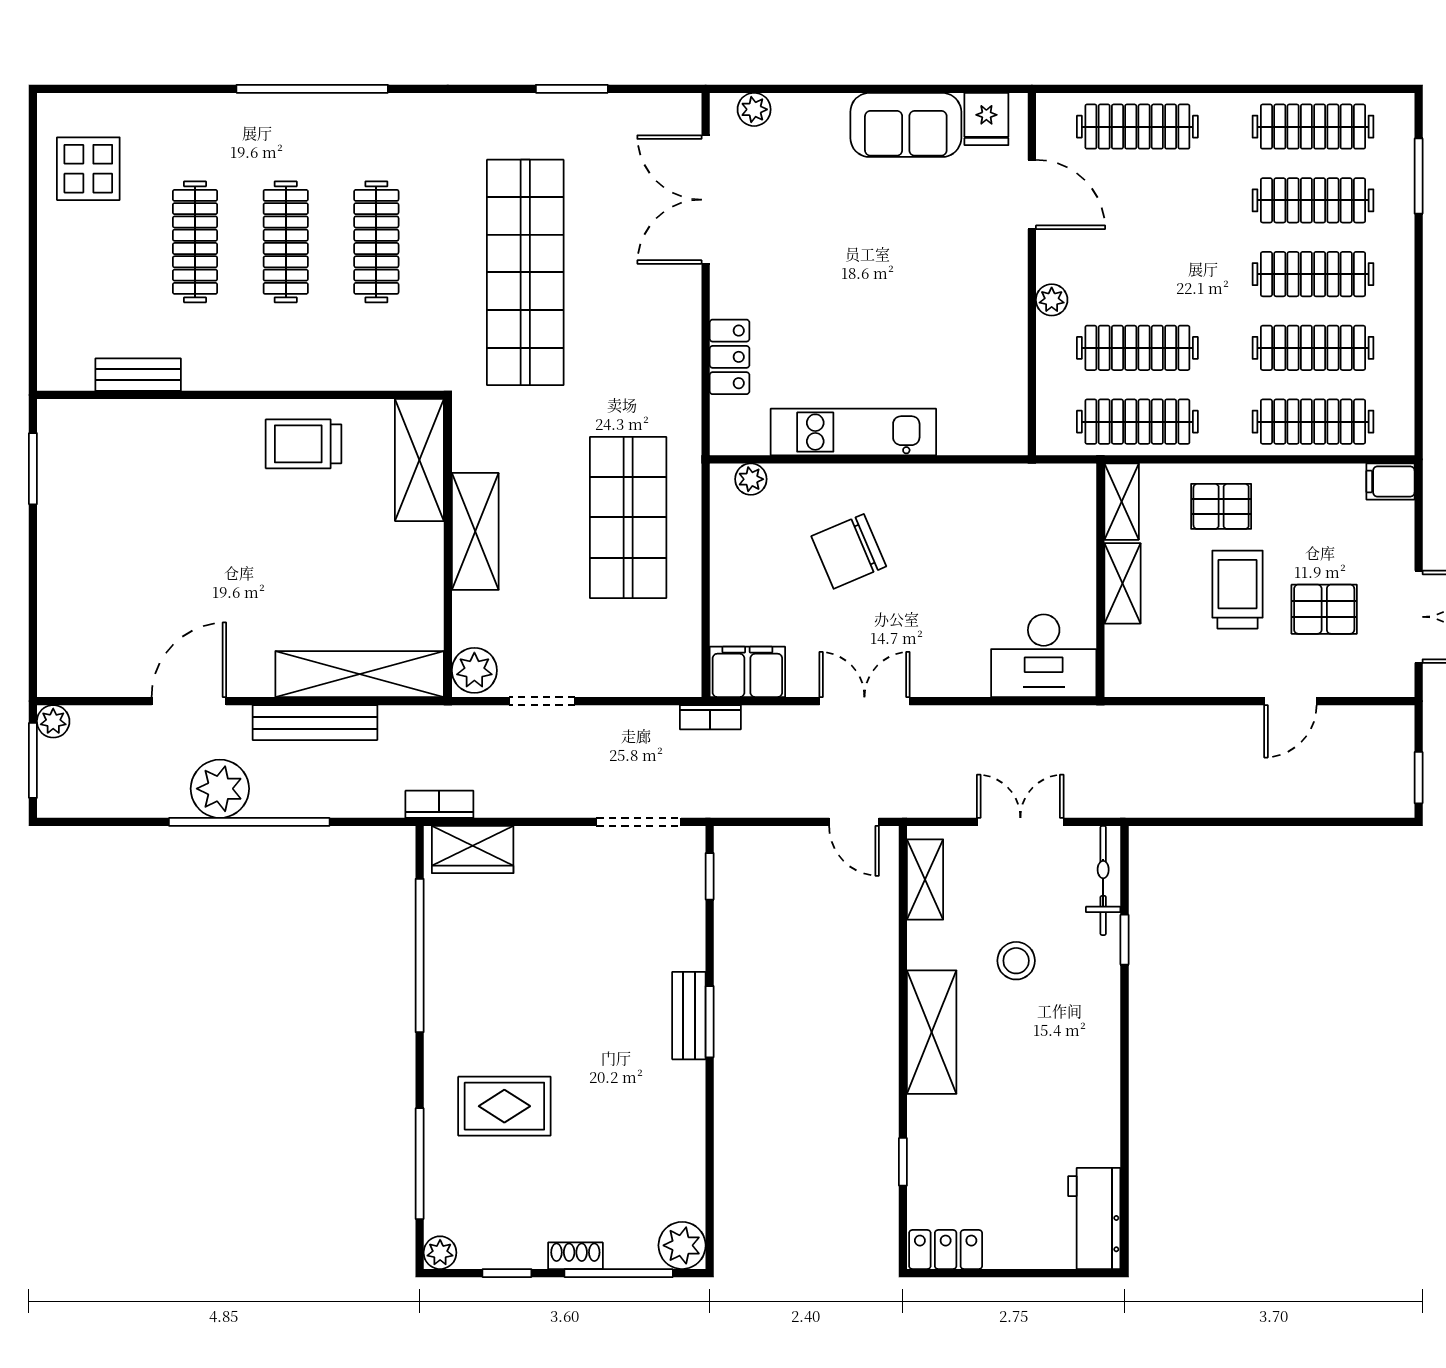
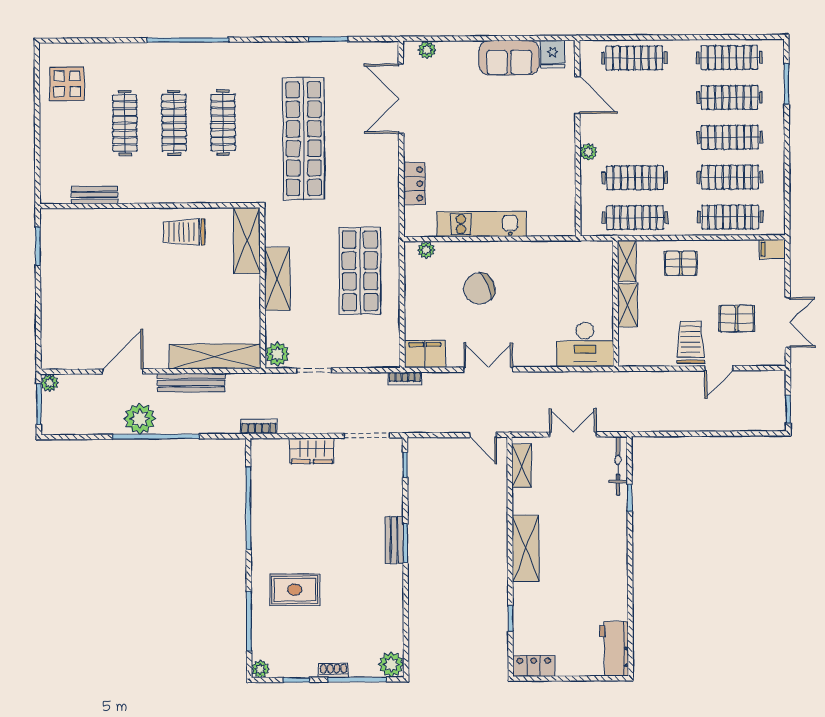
trolley: (1238, 590) -> (691, 342), moved
wardrobe: (473, 850) -> (312, 451), moved
stool: (1016, 961) -> (571, 510), removed

